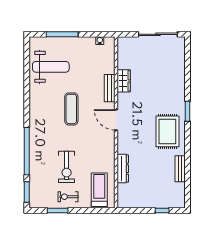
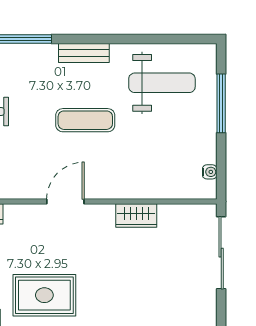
sliding door: (158, 34) -> (221, 253), moved
weight bench: (51, 67) -> (162, 83), turned -90
bench: (110, 88) -> (84, 53), moved

